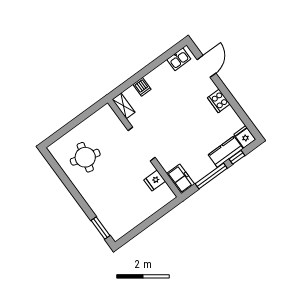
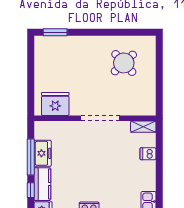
round table: (85, 157) -> (124, 63), turned 31
freezer: (180, 179) -> (43, 153), moved, turned -90
fridge: (155, 181) -> (55, 104), width x1.88, depth x1.34

